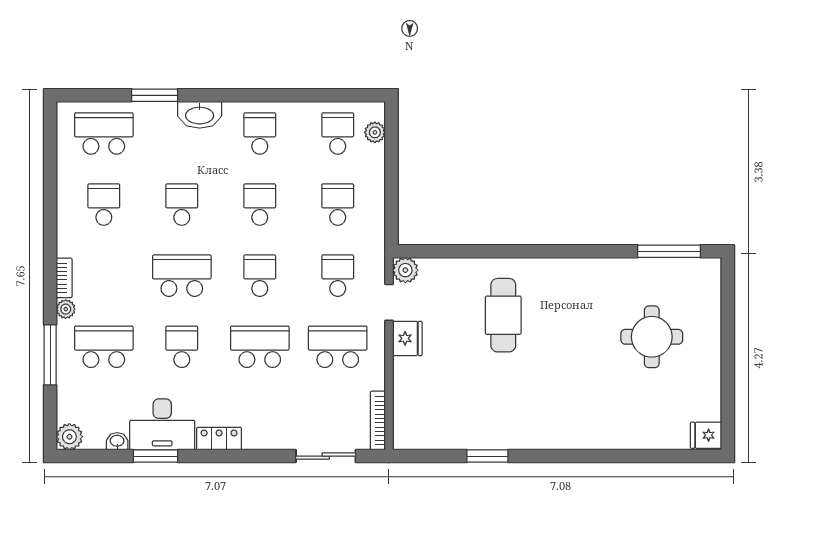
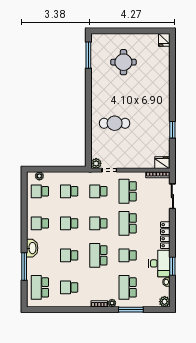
window: (155, 95) -> (24, 267), width x1.44
fridge: (407, 338) -> (162, 163), moved
locker: (219, 439) -> (165, 235), width x1.53

